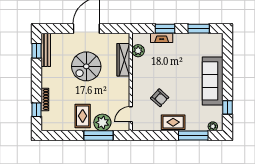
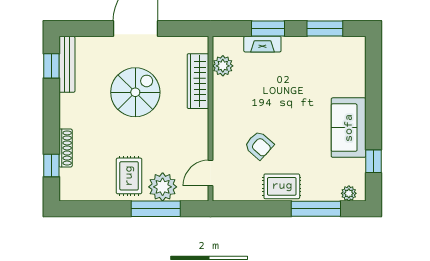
spiral stairs: (86, 66) -> (135, 92), turned 180
sofa: (213, 81) -> (349, 128), width x0.73

